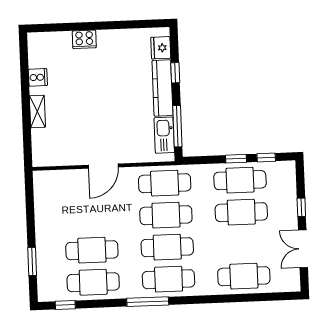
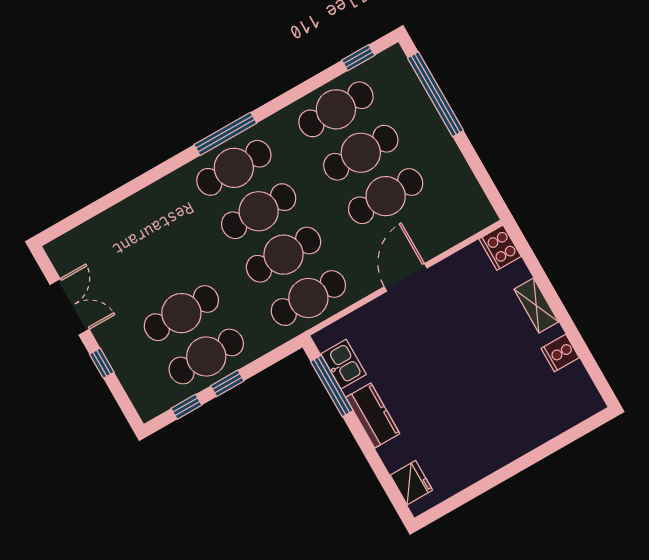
cooker: (84, 39) -> (500, 248), moved, turned -90
window: (175, 73) -> (373, 458), removed
kitchen counter: (162, 88) -> (373, 415), width x0.67
kitchen sink: (164, 135) -> (344, 364), width x0.73
window: (32, 261) -> (436, 94), width x2.11
cafe table: (244, 276) -> (386, 196), moved
window: (148, 302) -> (225, 134), moved

